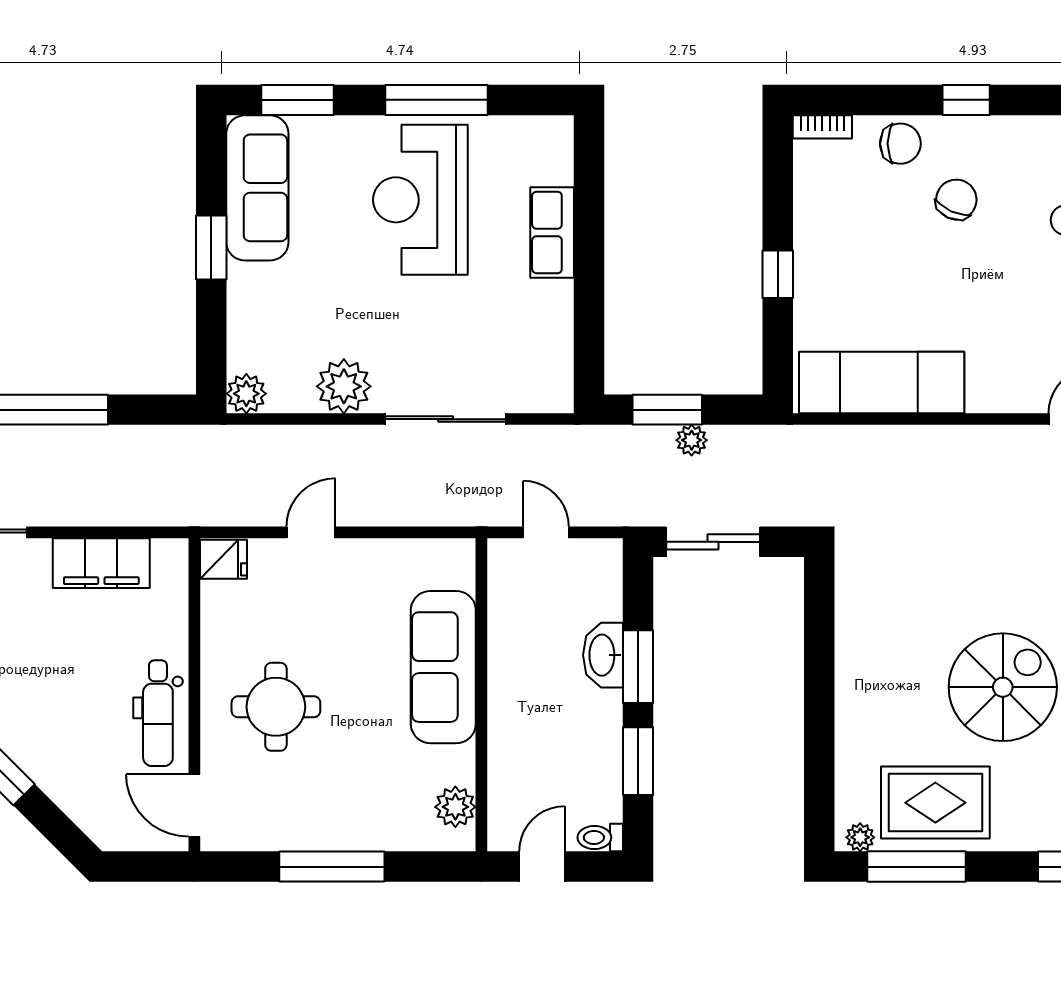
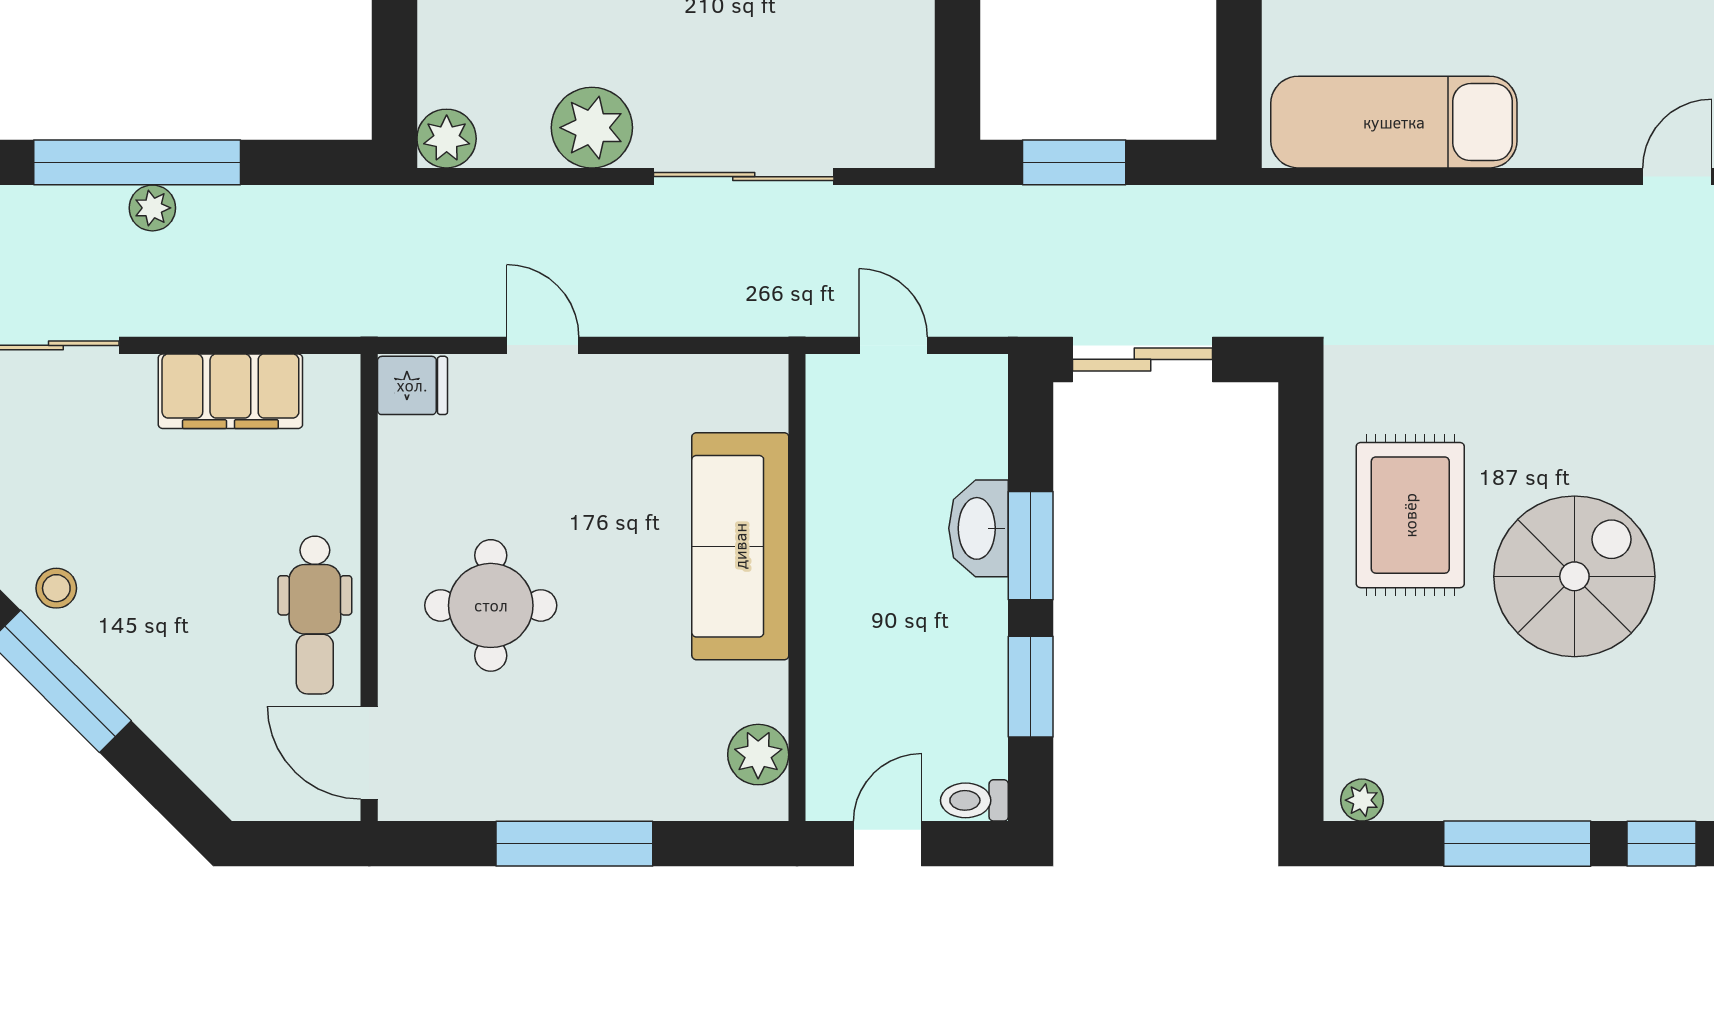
plant: (692, 440) -> (152, 208), moved
door: (311, 532) -> (543, 345), hinge flipped
rug: (935, 803) -> (1410, 515), moved, turned 90
window: (917, 867) -> (1517, 844), moved

